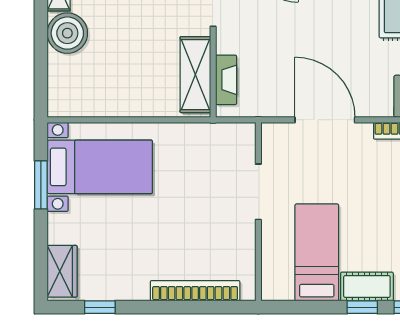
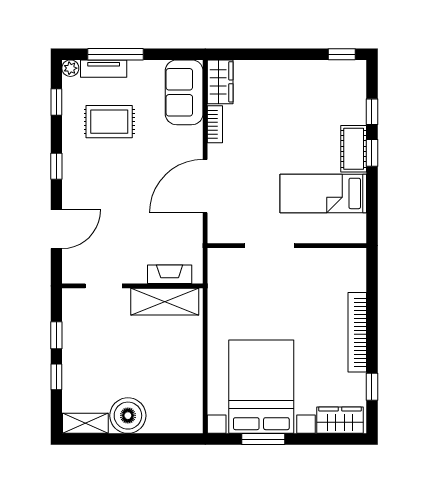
bed with nightstands: (100, 167) -> (261, 387), width x1.36
bookcase: (195, 291) -> (357, 332), moved

